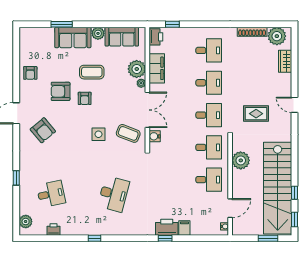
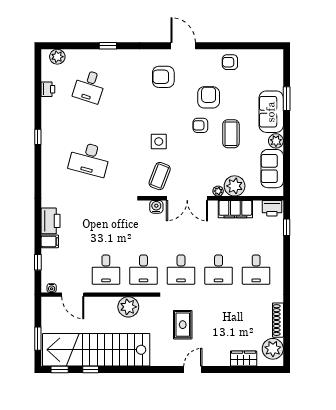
armchair: (43, 130) -> (163, 77), turned 40
desk: (51, 194) -> (89, 86), turned 30
window: (165, 238) -> (38, 262), moved

